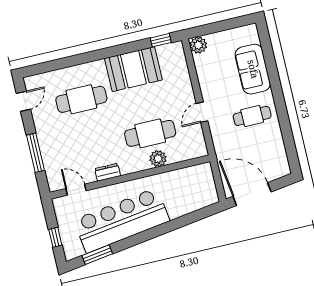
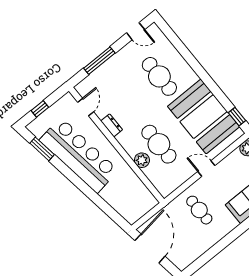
booth: (133, 69) -> (204, 117), width x1.36, depth x1.42
door: (202, 112) -> (206, 168), moved
cafe table: (252, 116) -> (199, 210), moved

